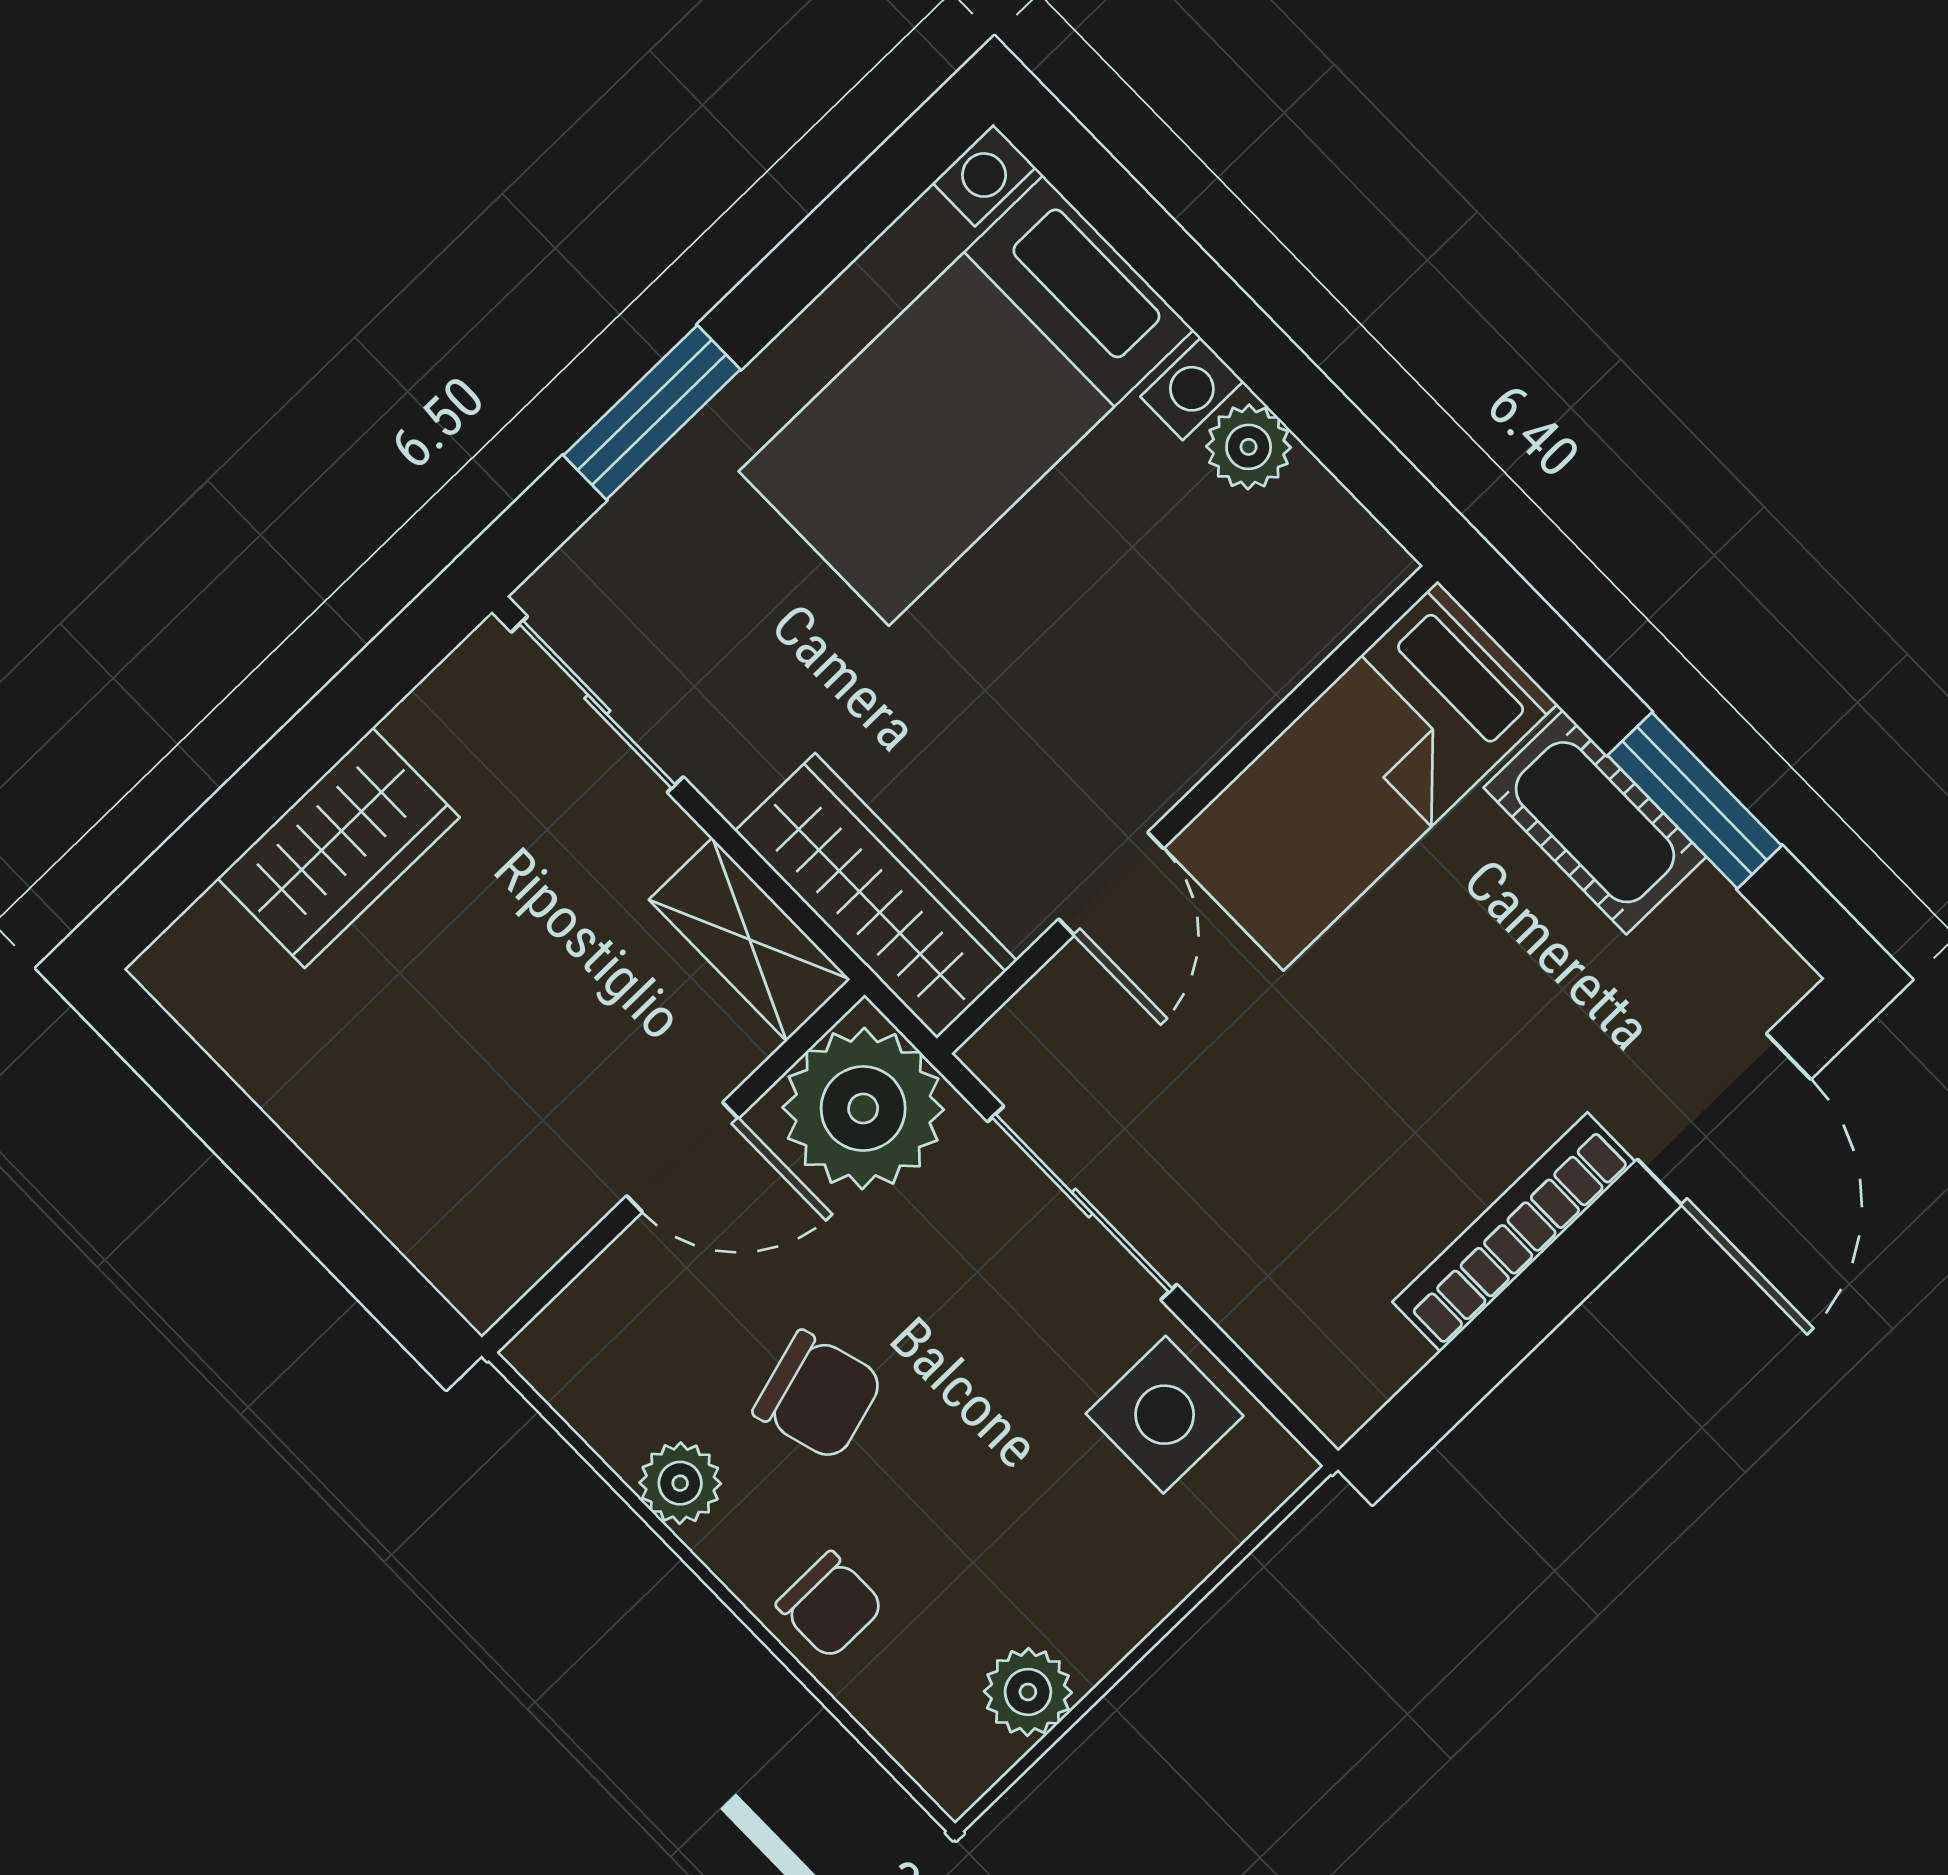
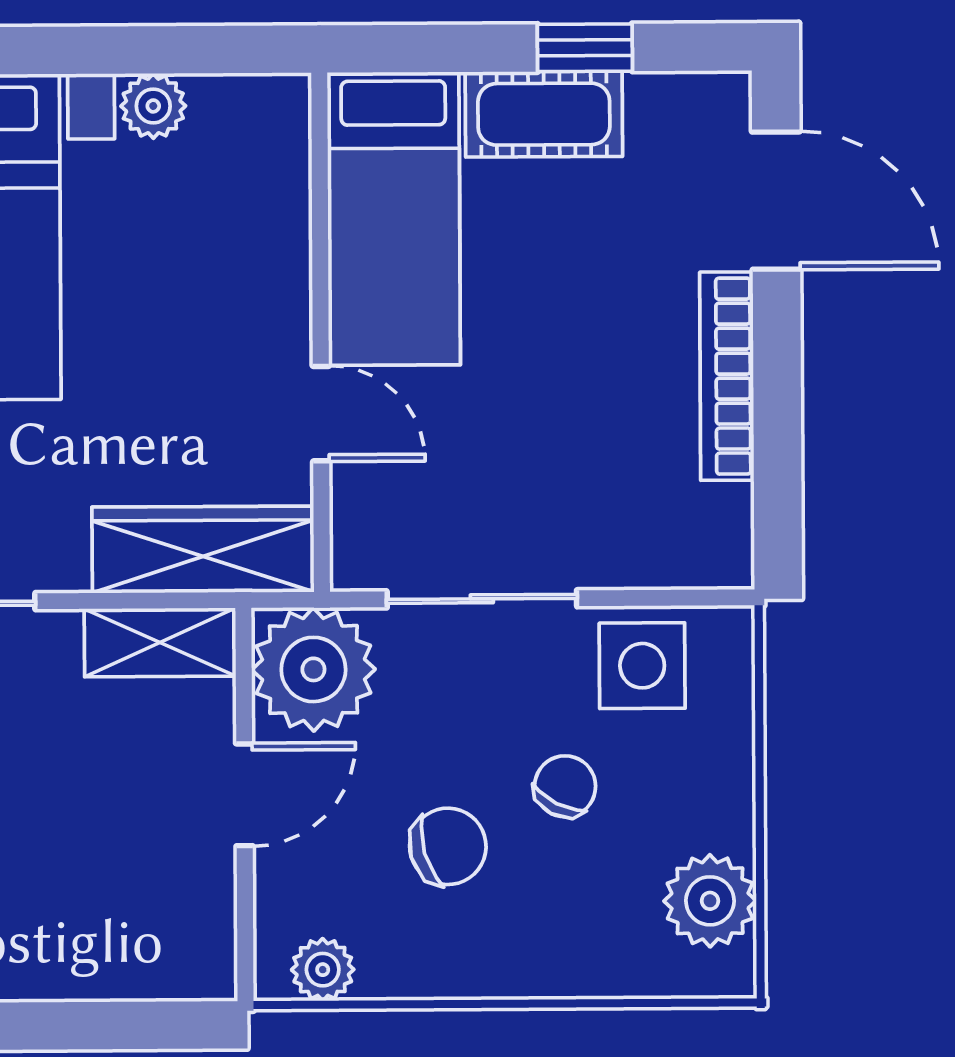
window: (1695, 801) -> (585, 48), width x0.67
plant: (680, 1483) -> (323, 970), moved
chair: (830, 1605) -> (565, 786), moved, turned -63
plant: (1028, 1692) -> (710, 901), width x1.38, depth x1.38

